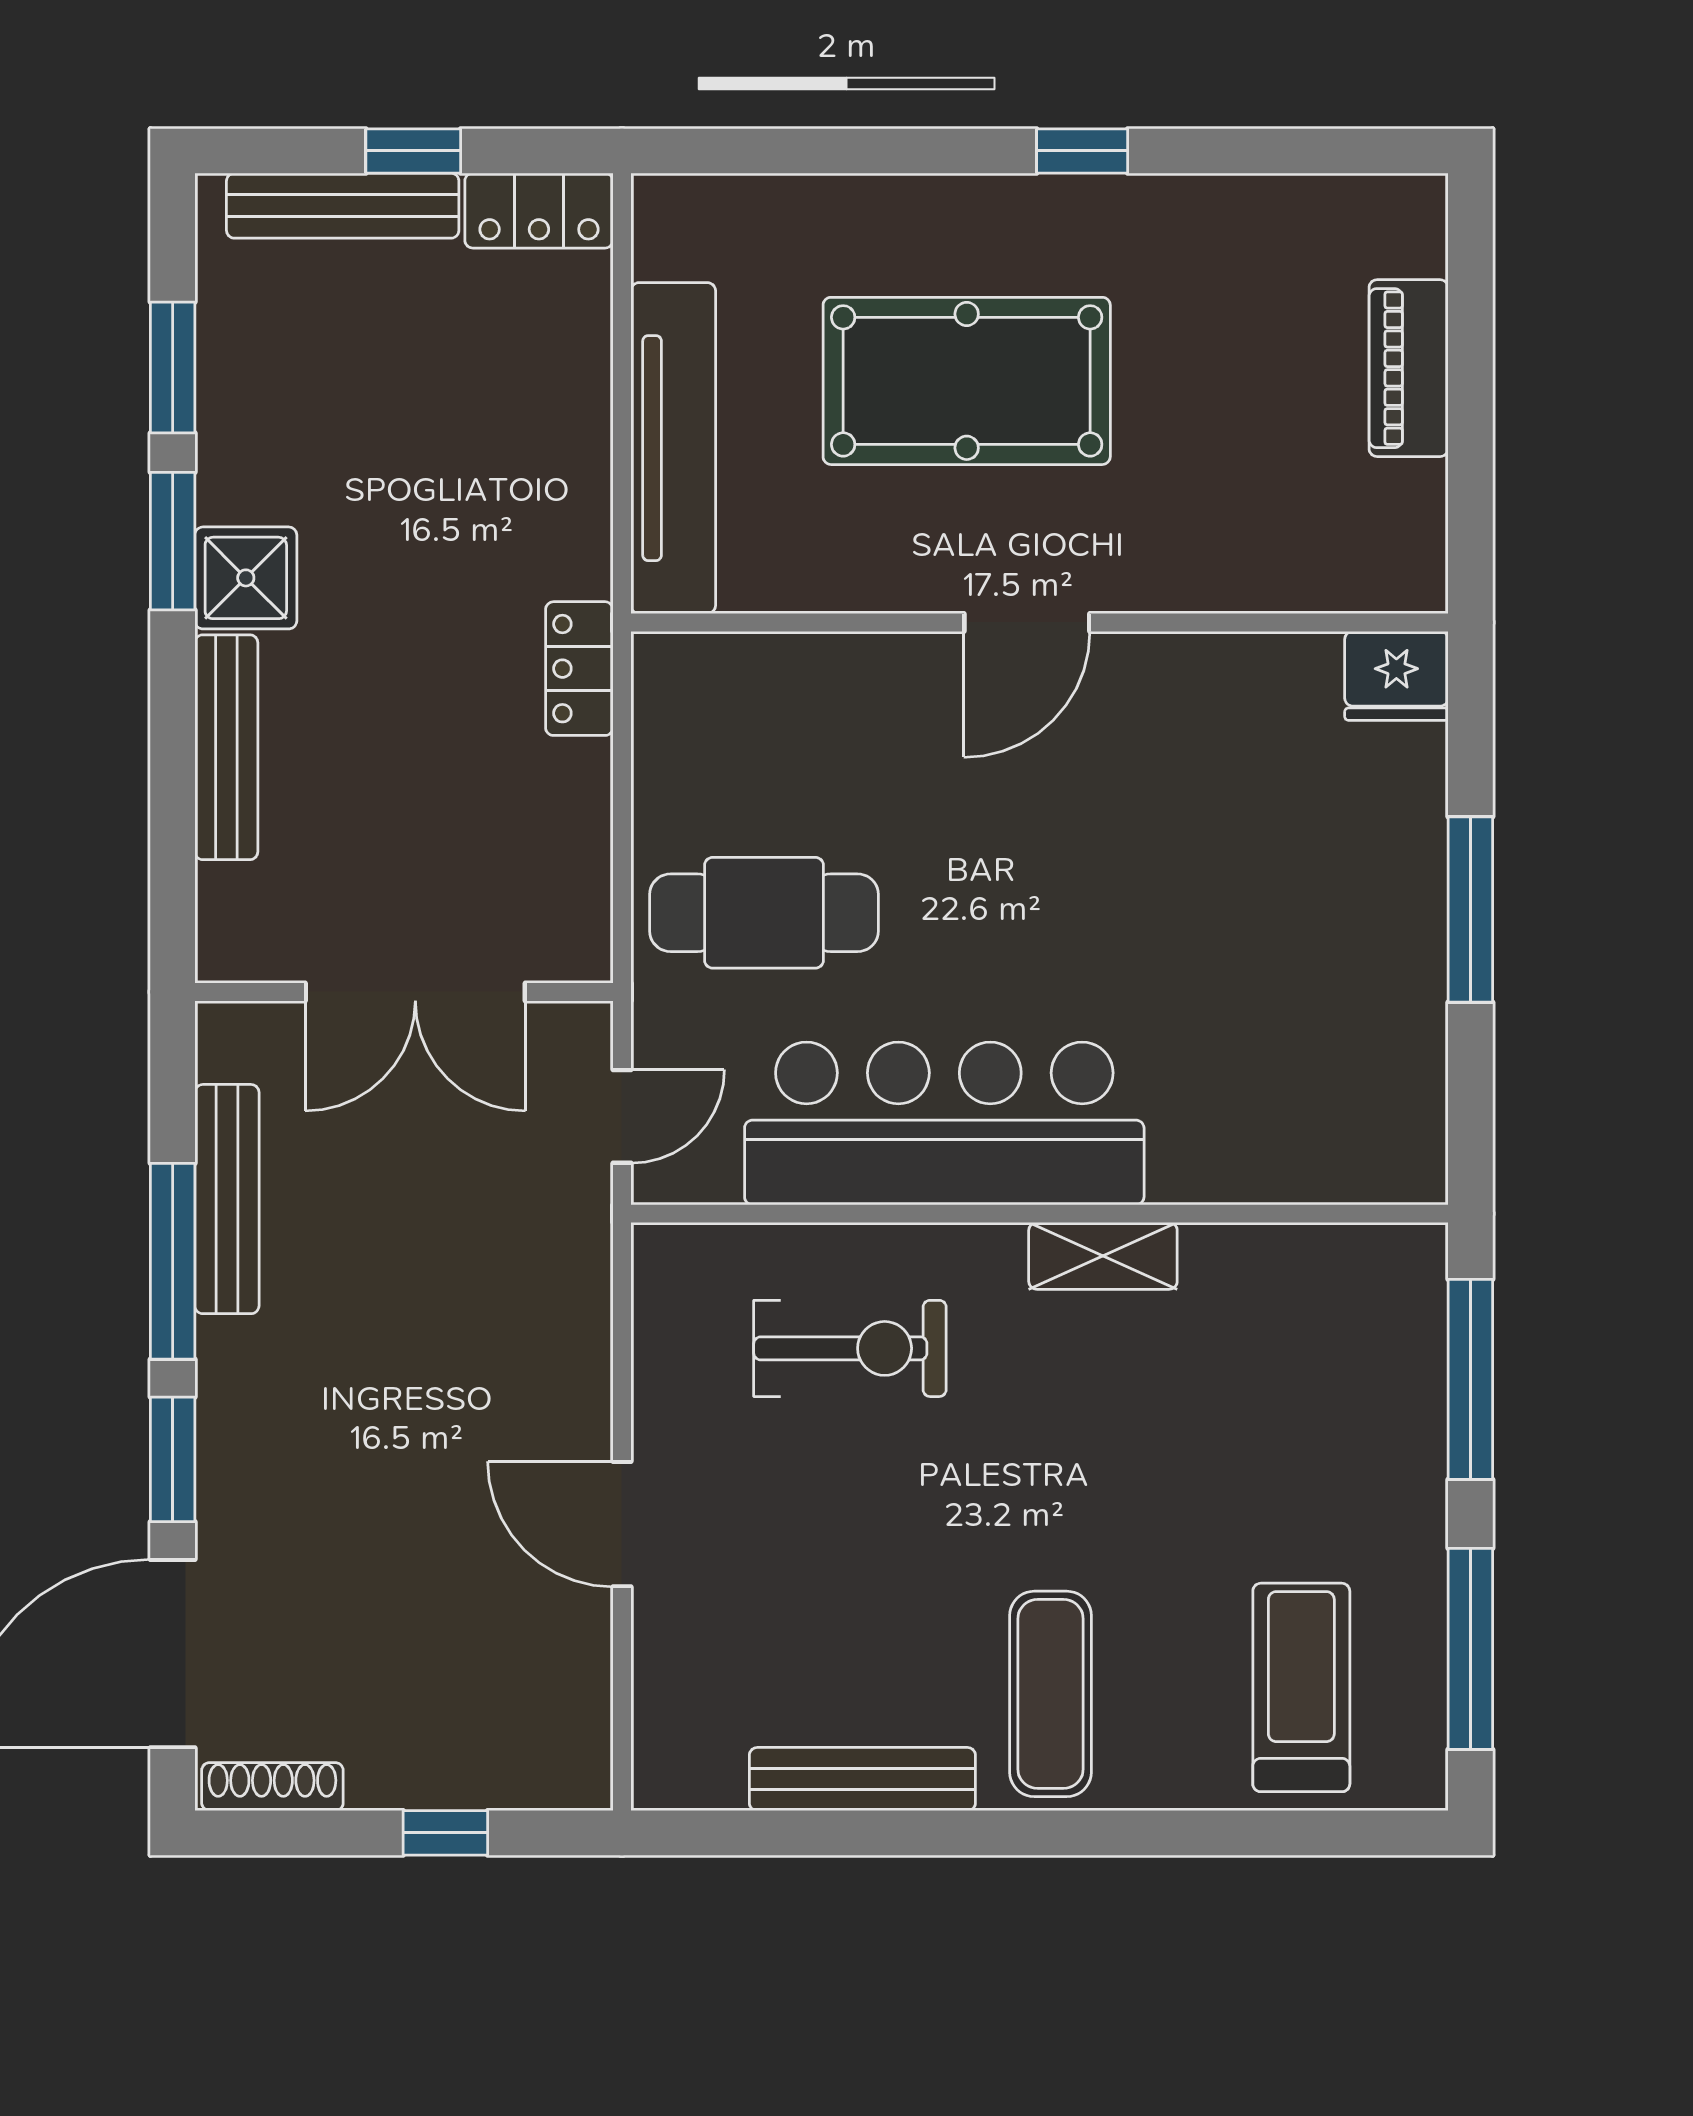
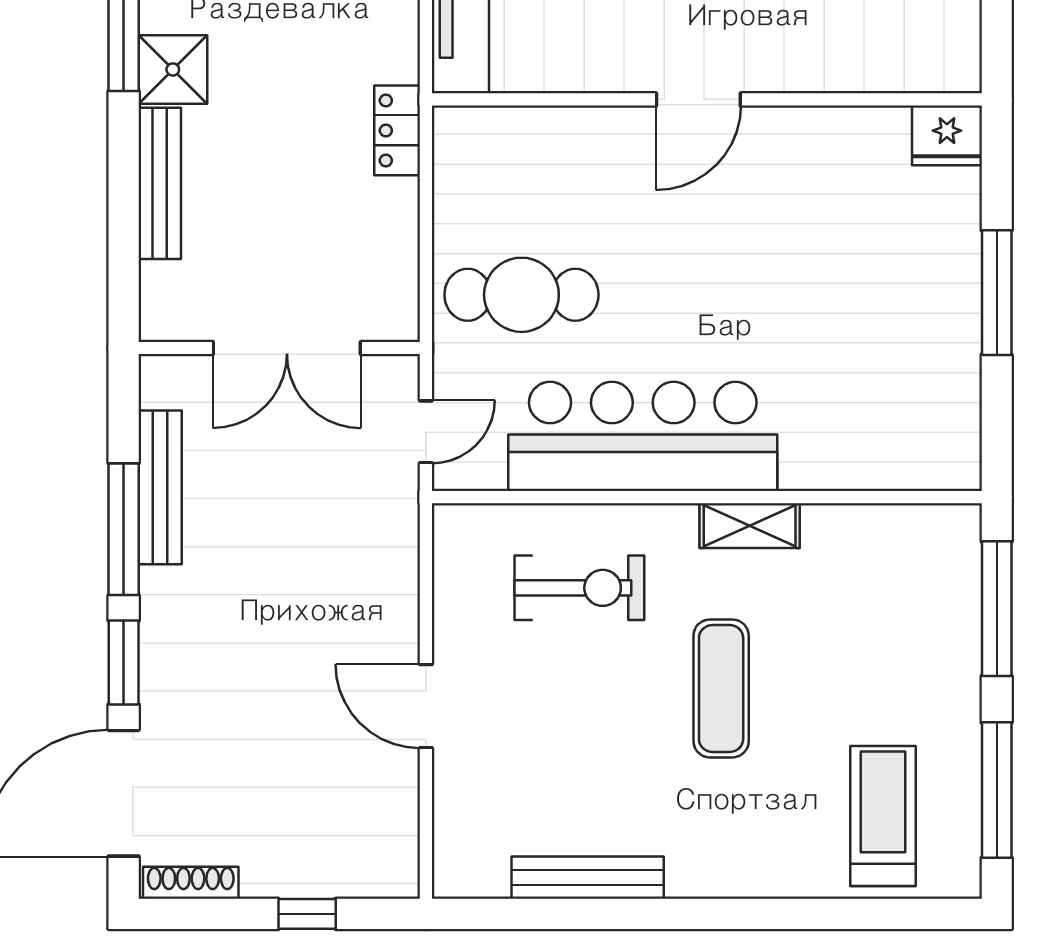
exercise mat: (1051, 1694) -> (721, 688), moved

